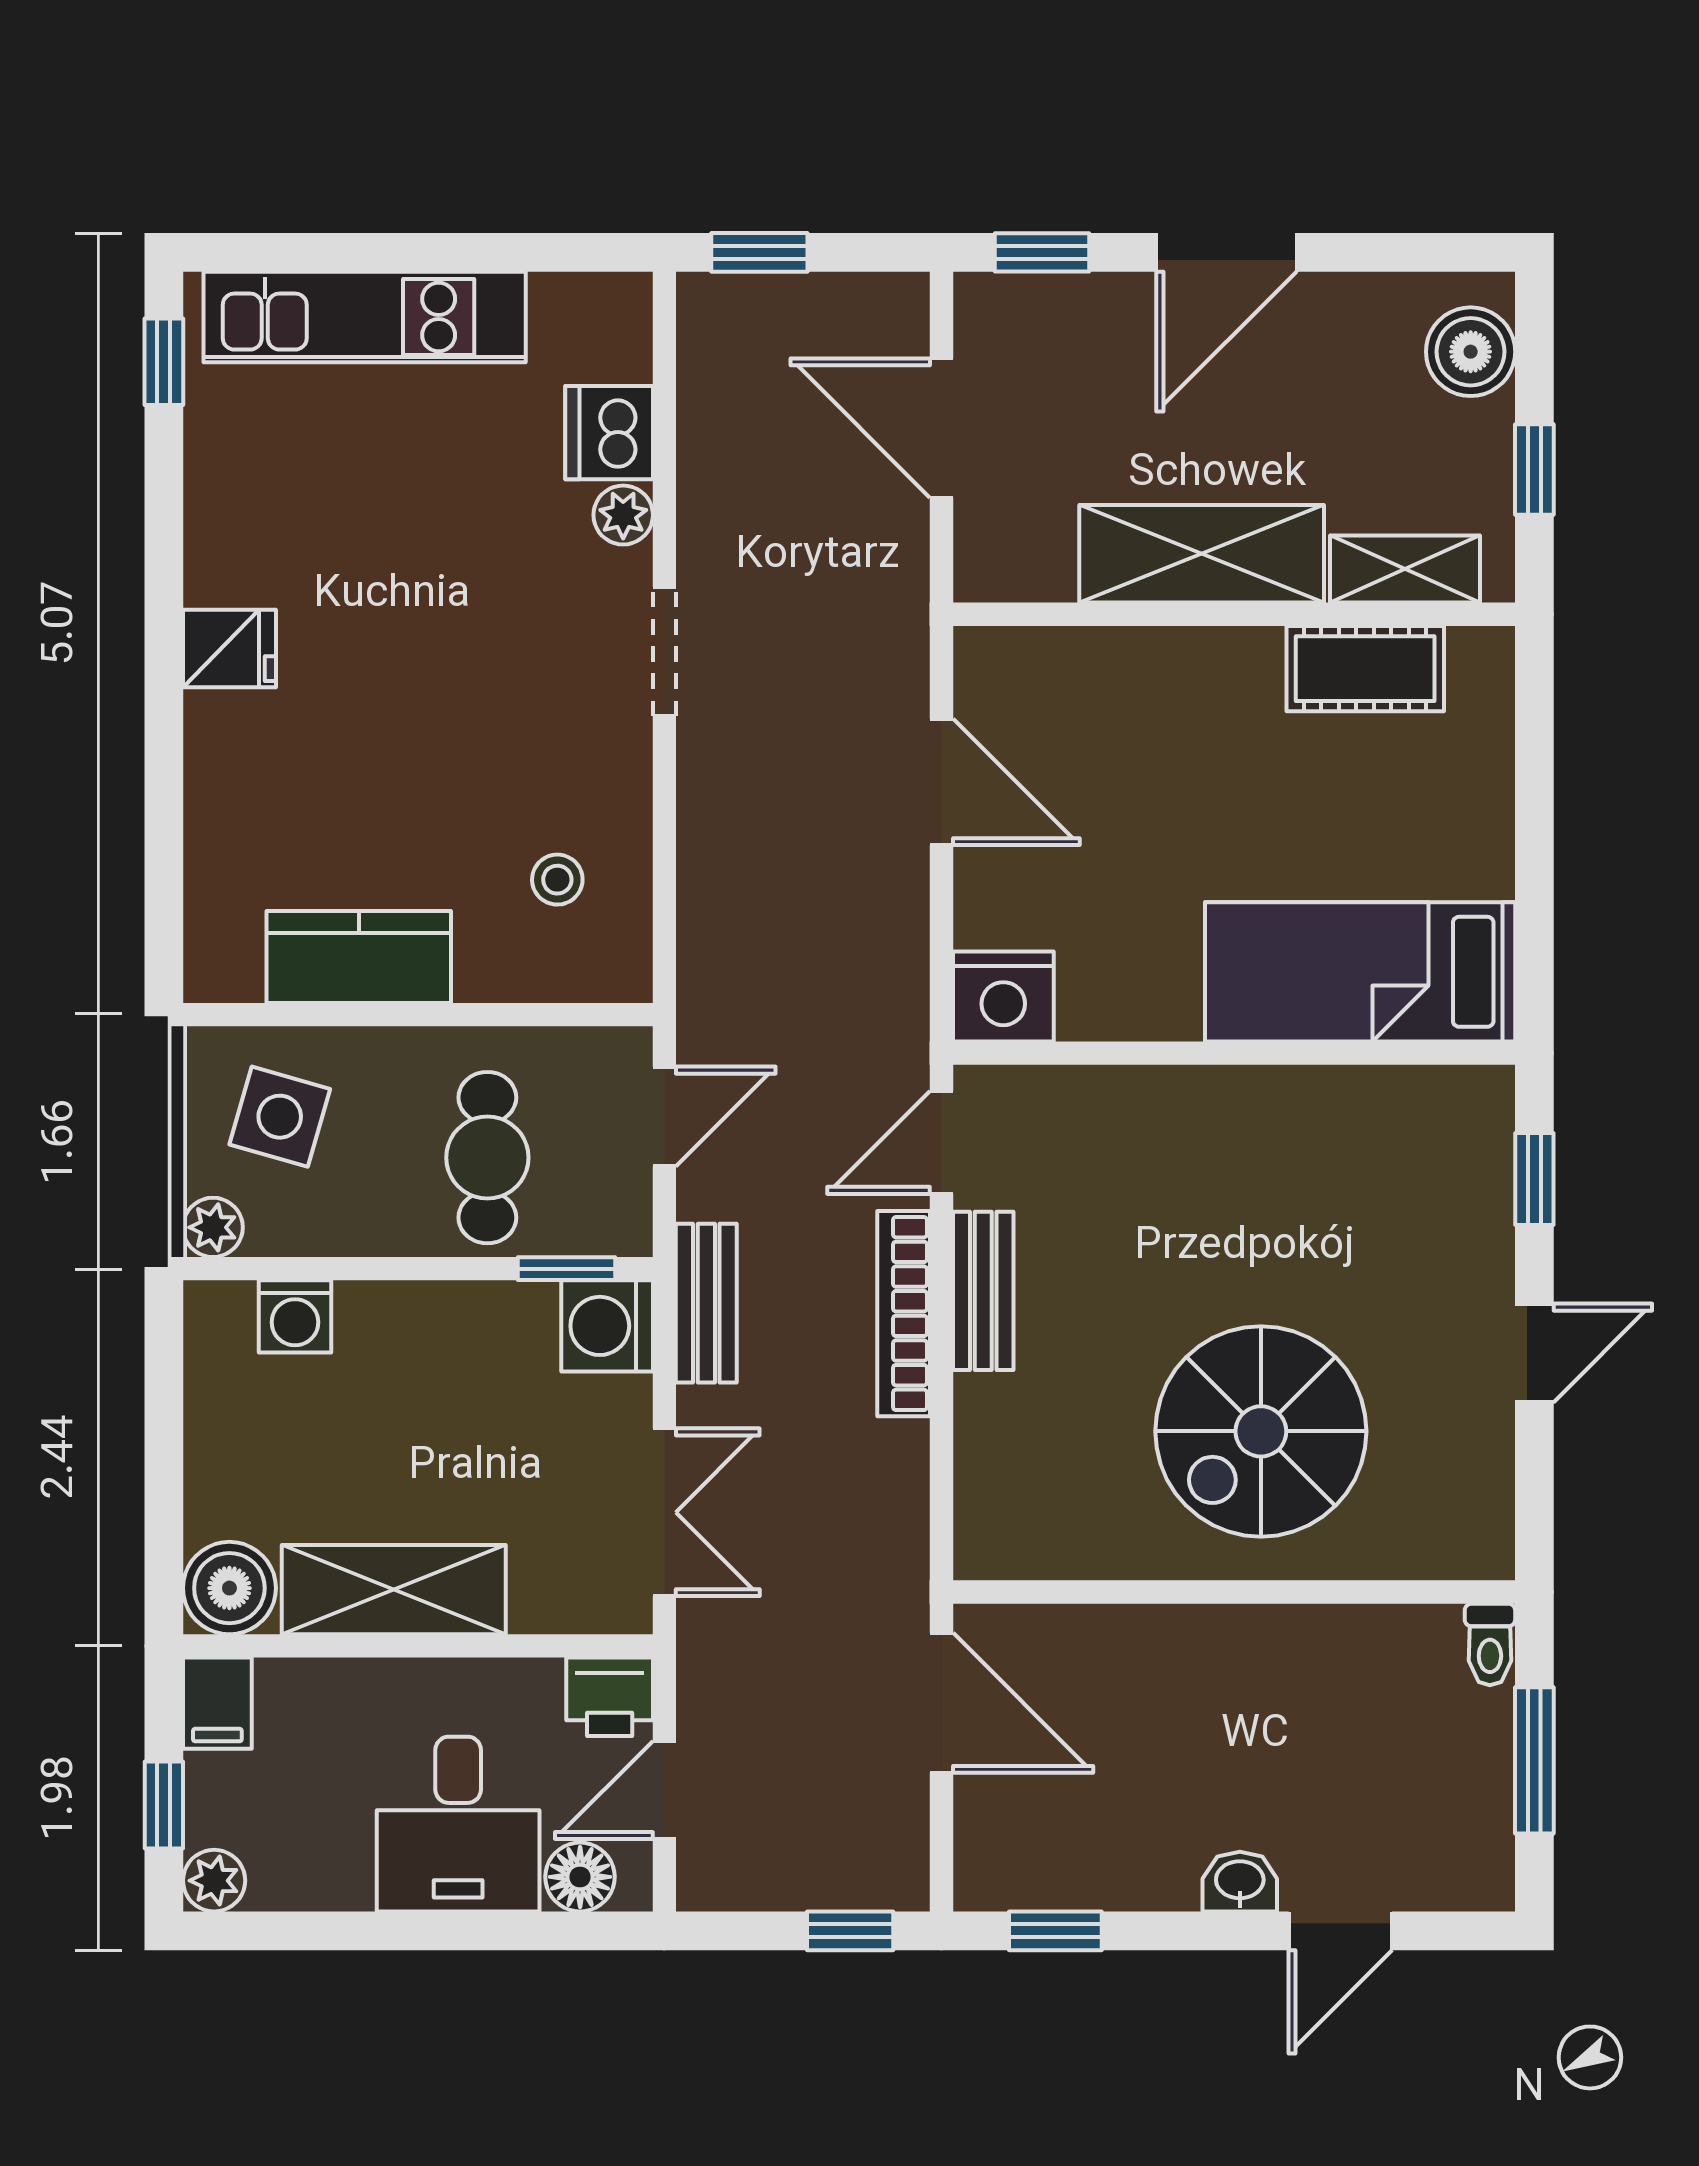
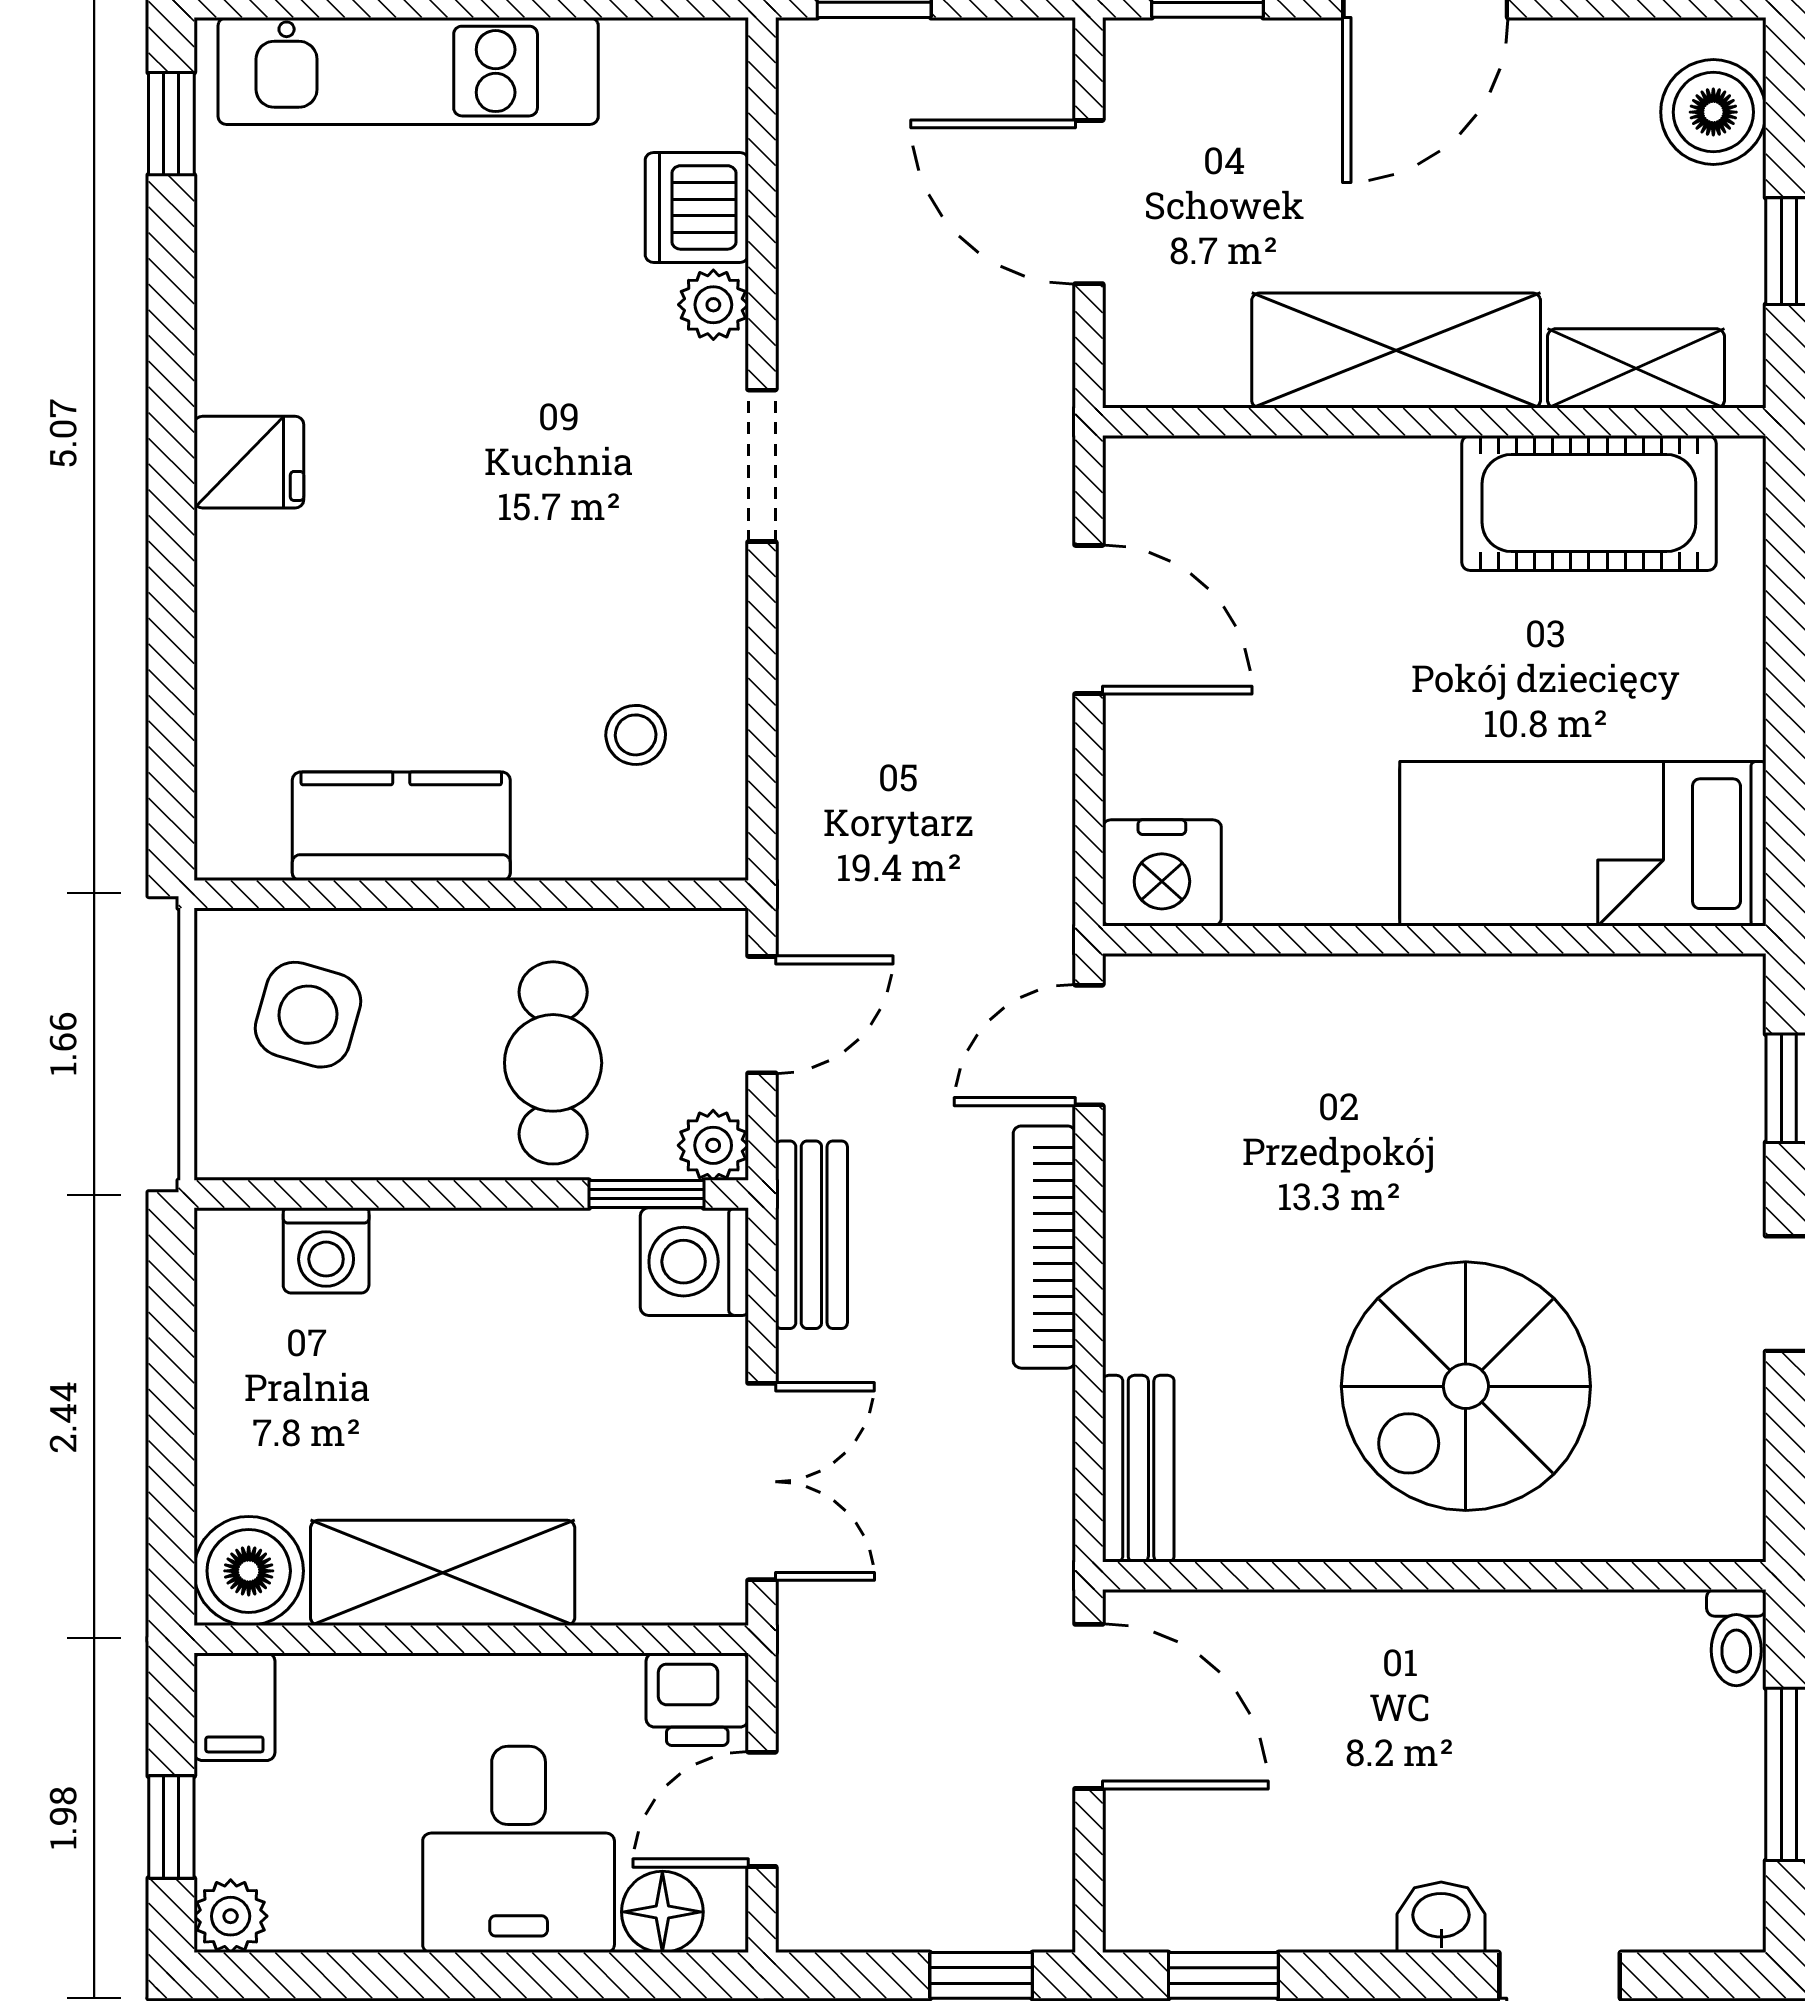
cot: (1365, 669) -> (1589, 503), width x1.37, depth x1.34
plant: (213, 1227) -> (713, 1145), moved
bench: (983, 1291) -> (1138, 1469), moved

